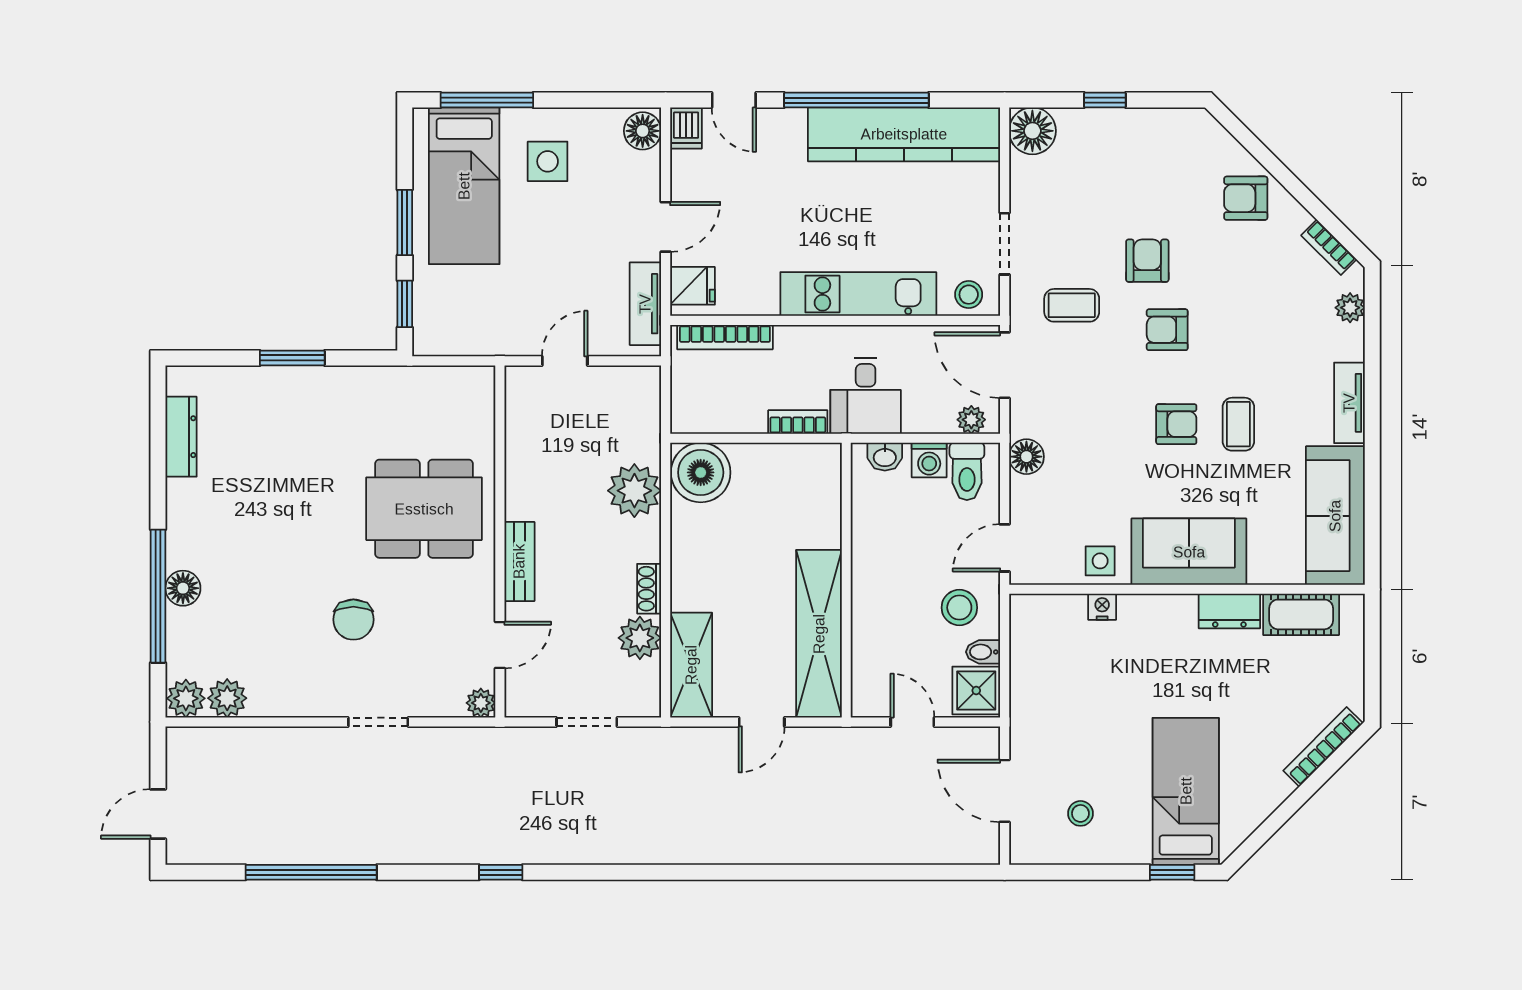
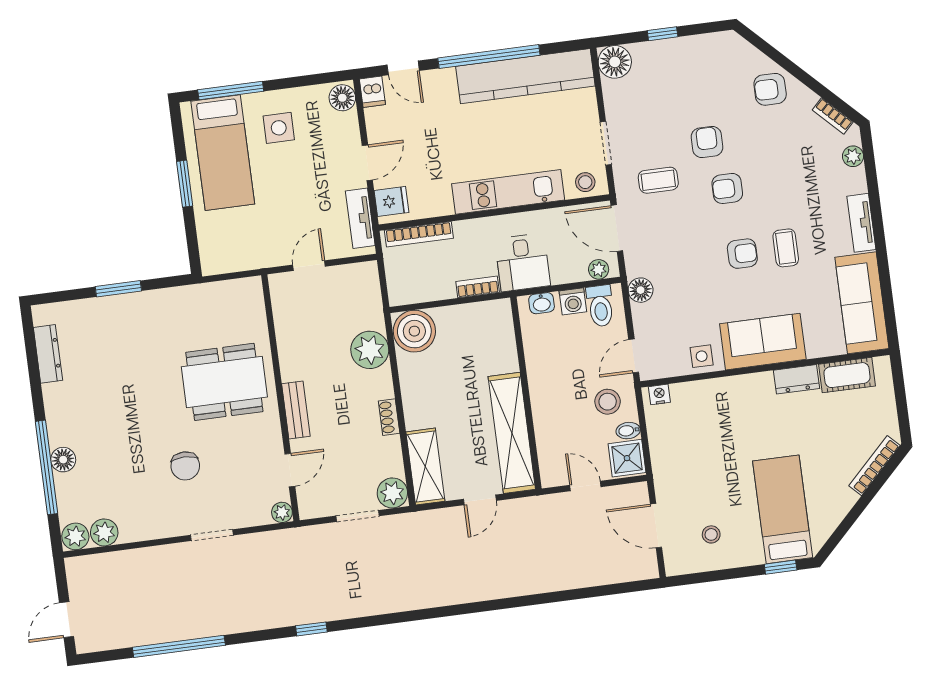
window: (405, 304) -> (192, 240), removed
nightstand: (1102, 607) -> (659, 394), moved
plant: (640, 638) -> (392, 493), moved

